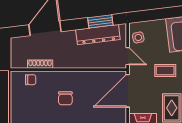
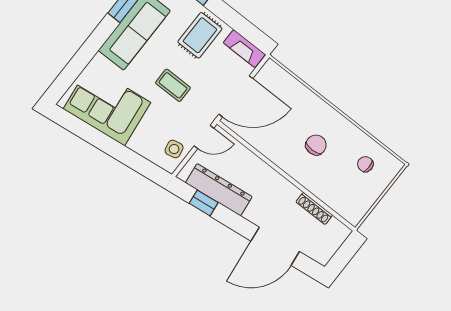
window: (100, 21) -> (204, 203), width x0.67
door: (128, 56) -> (204, 137), swing flipped
chair: (31, 80) -> (365, 164), moved

